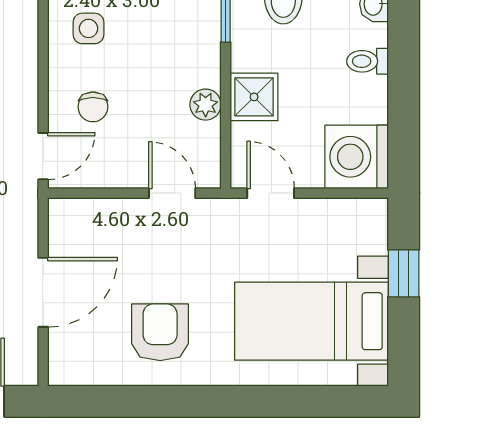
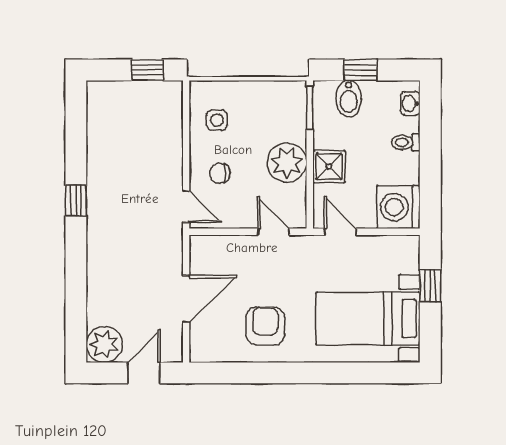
plant: (206, 105) -> (287, 162), width x1.87, depth x1.87
chair: (93, 107) -> (220, 173), turned 87
door: (43, 156) -> (186, 207), hinge flipped

